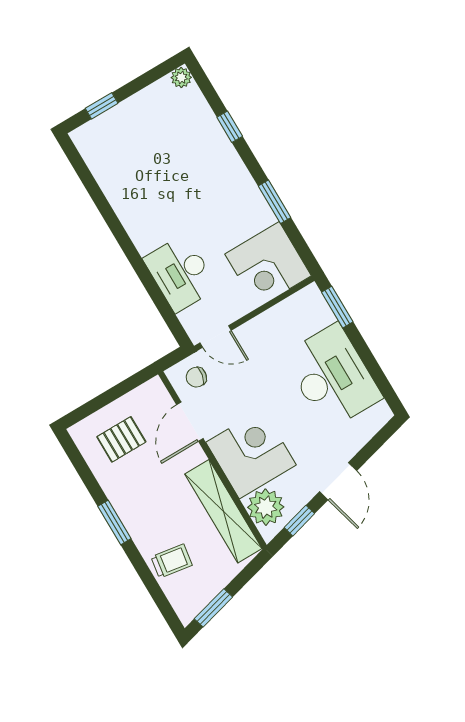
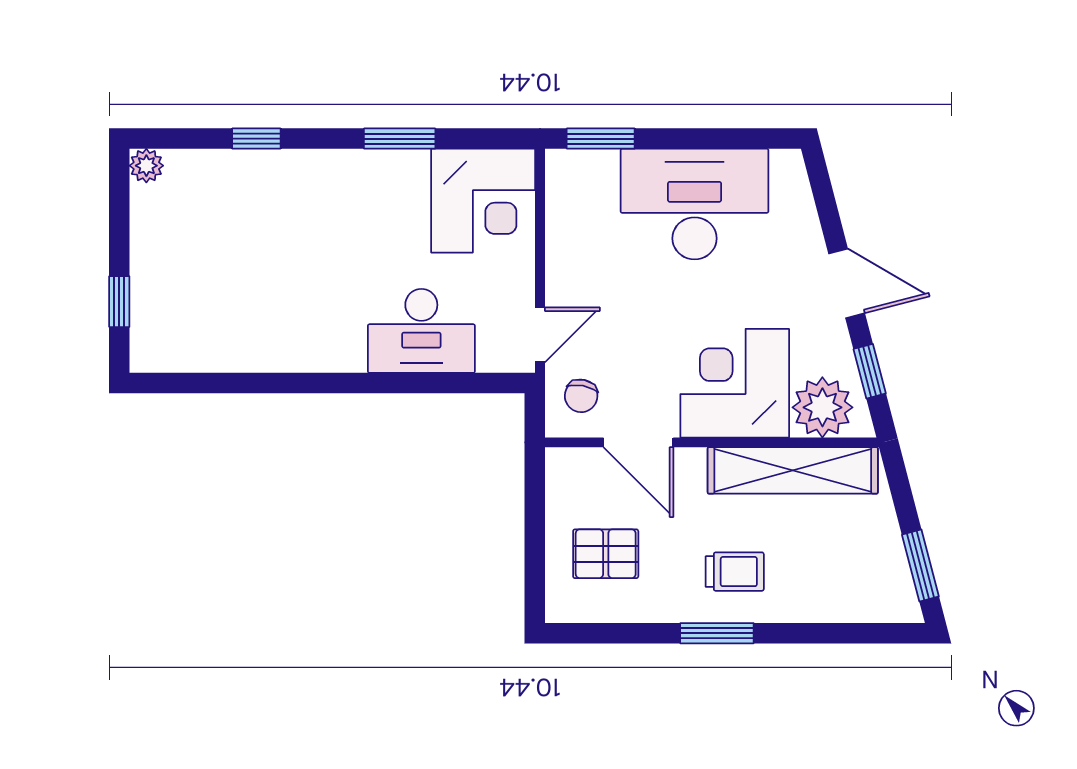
pallet: (121, 439) -> (606, 554), turned 90
trolley: (172, 561) -> (735, 572), moved, turned 81

